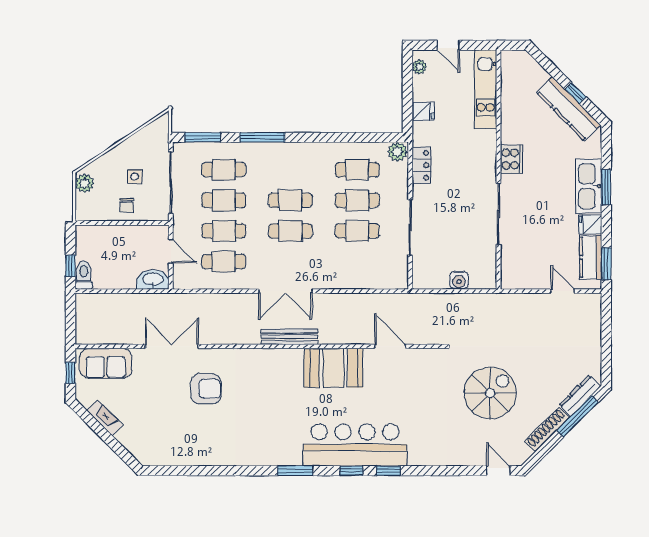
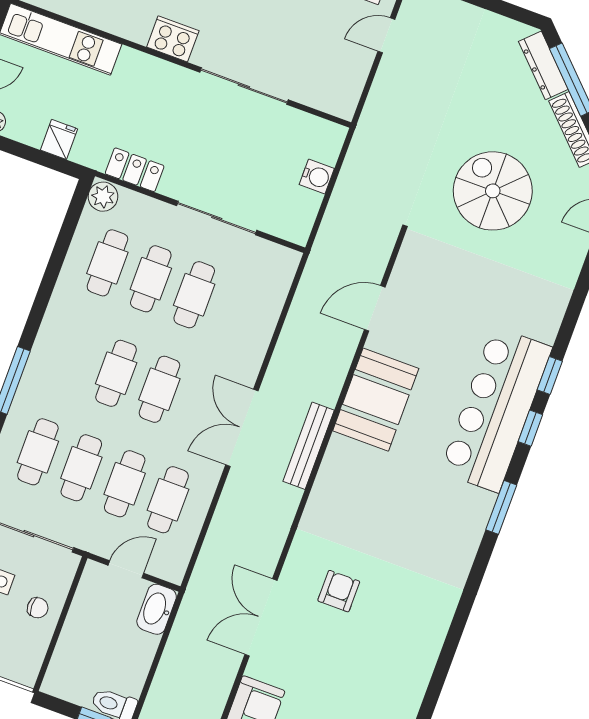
double door: (285, 291) -> (242, 428), swing flipped
armchair: (206, 389) -> (339, 591), width x0.72, depth x0.72

